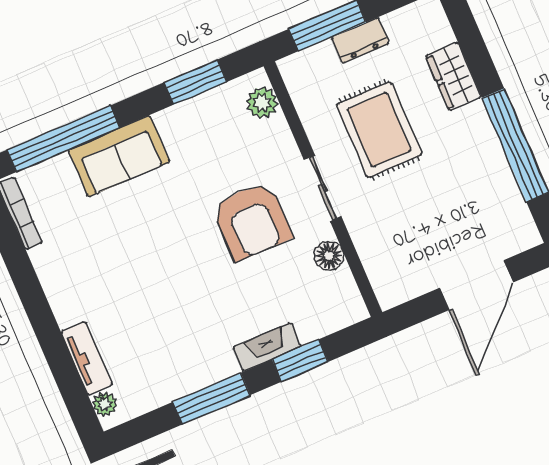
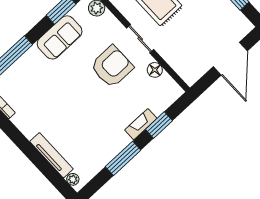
sofa: (119, 156) -> (60, 37), moved
armchair: (252, 221) -> (112, 67), turned -90
tv unit: (87, 358) -> (51, 155), width x1.41

